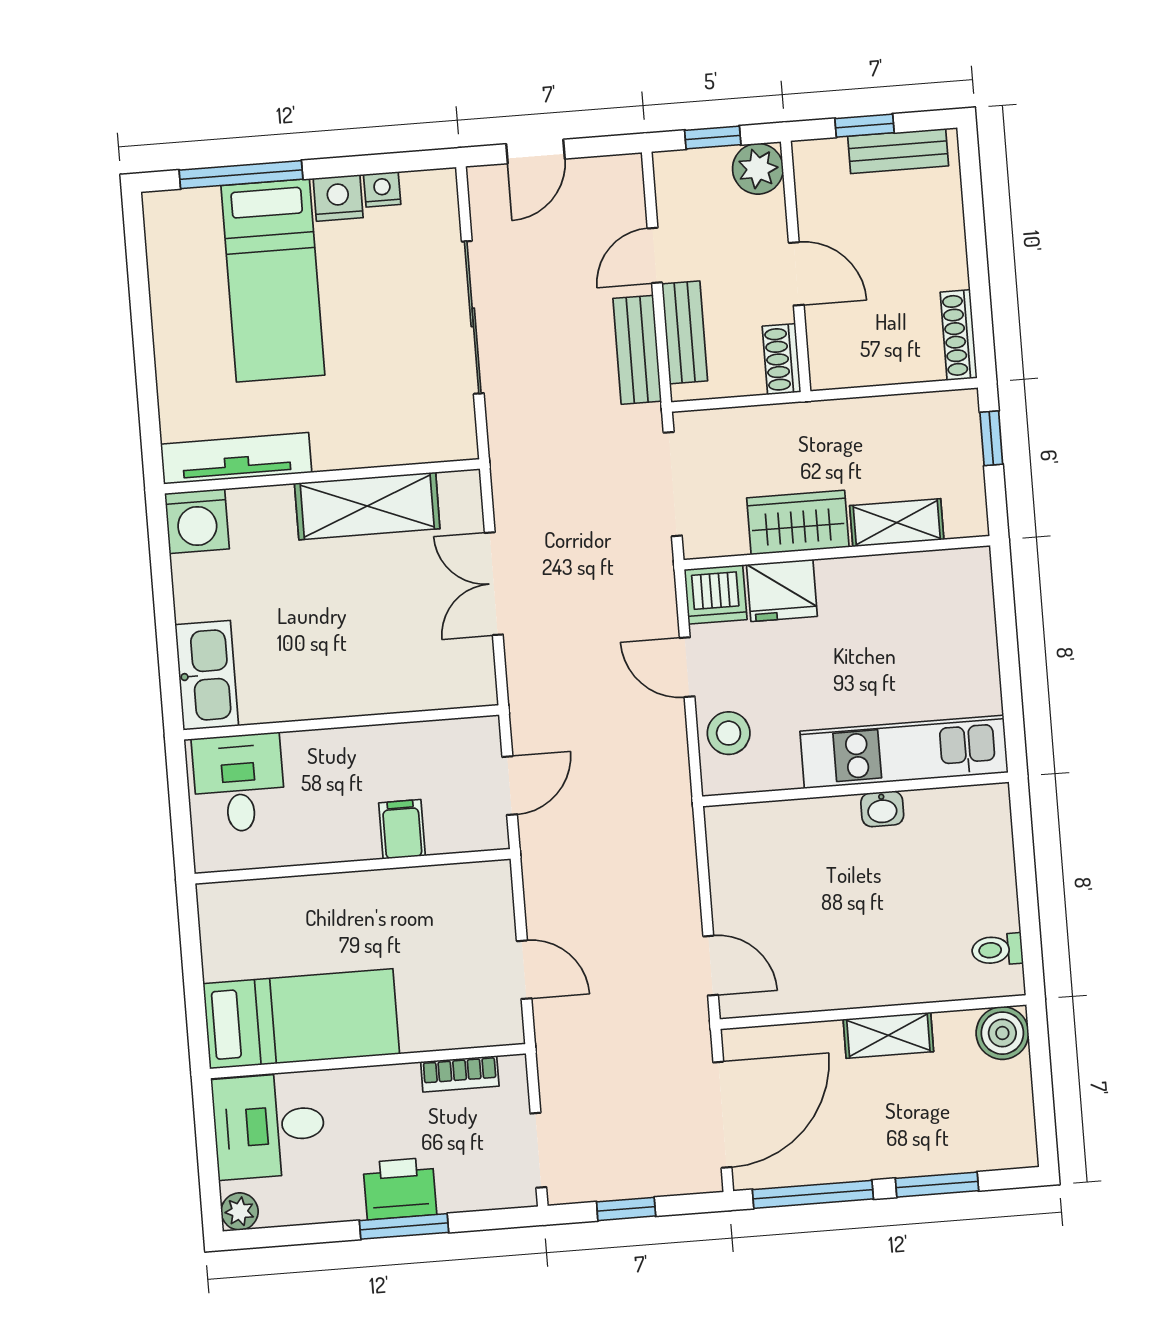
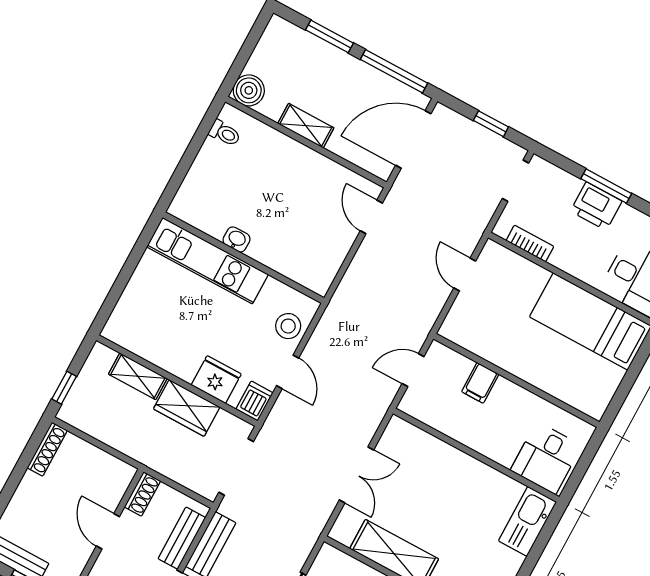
dishwasher: (716, 594) -> (254, 401), width x0.73

